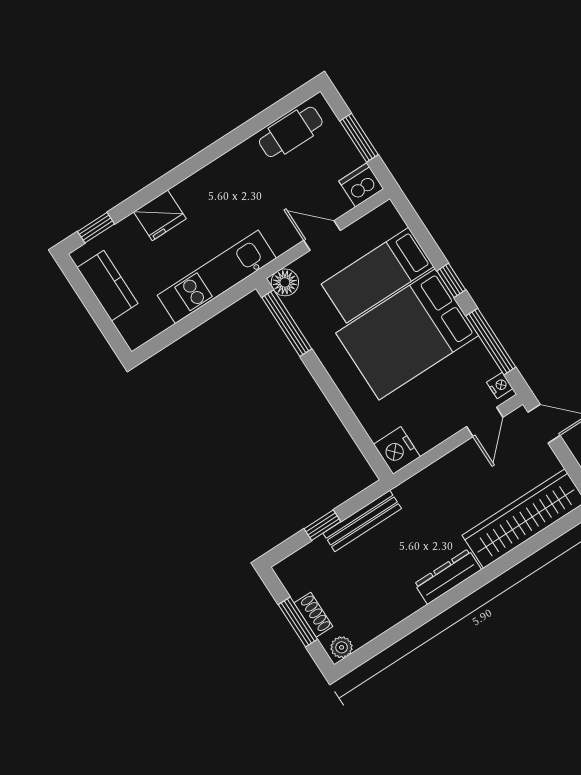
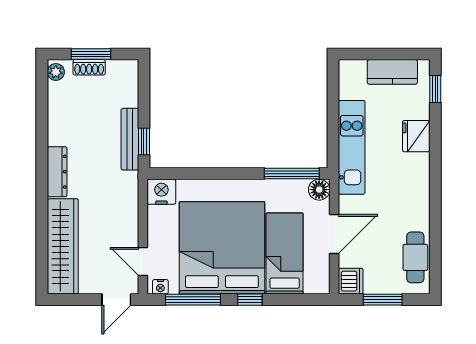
door: (322, 235) -> (334, 234), width x1.38
bed: (407, 334) -> (222, 248), width x1.36
window: (322, 525) -> (144, 142), moved

